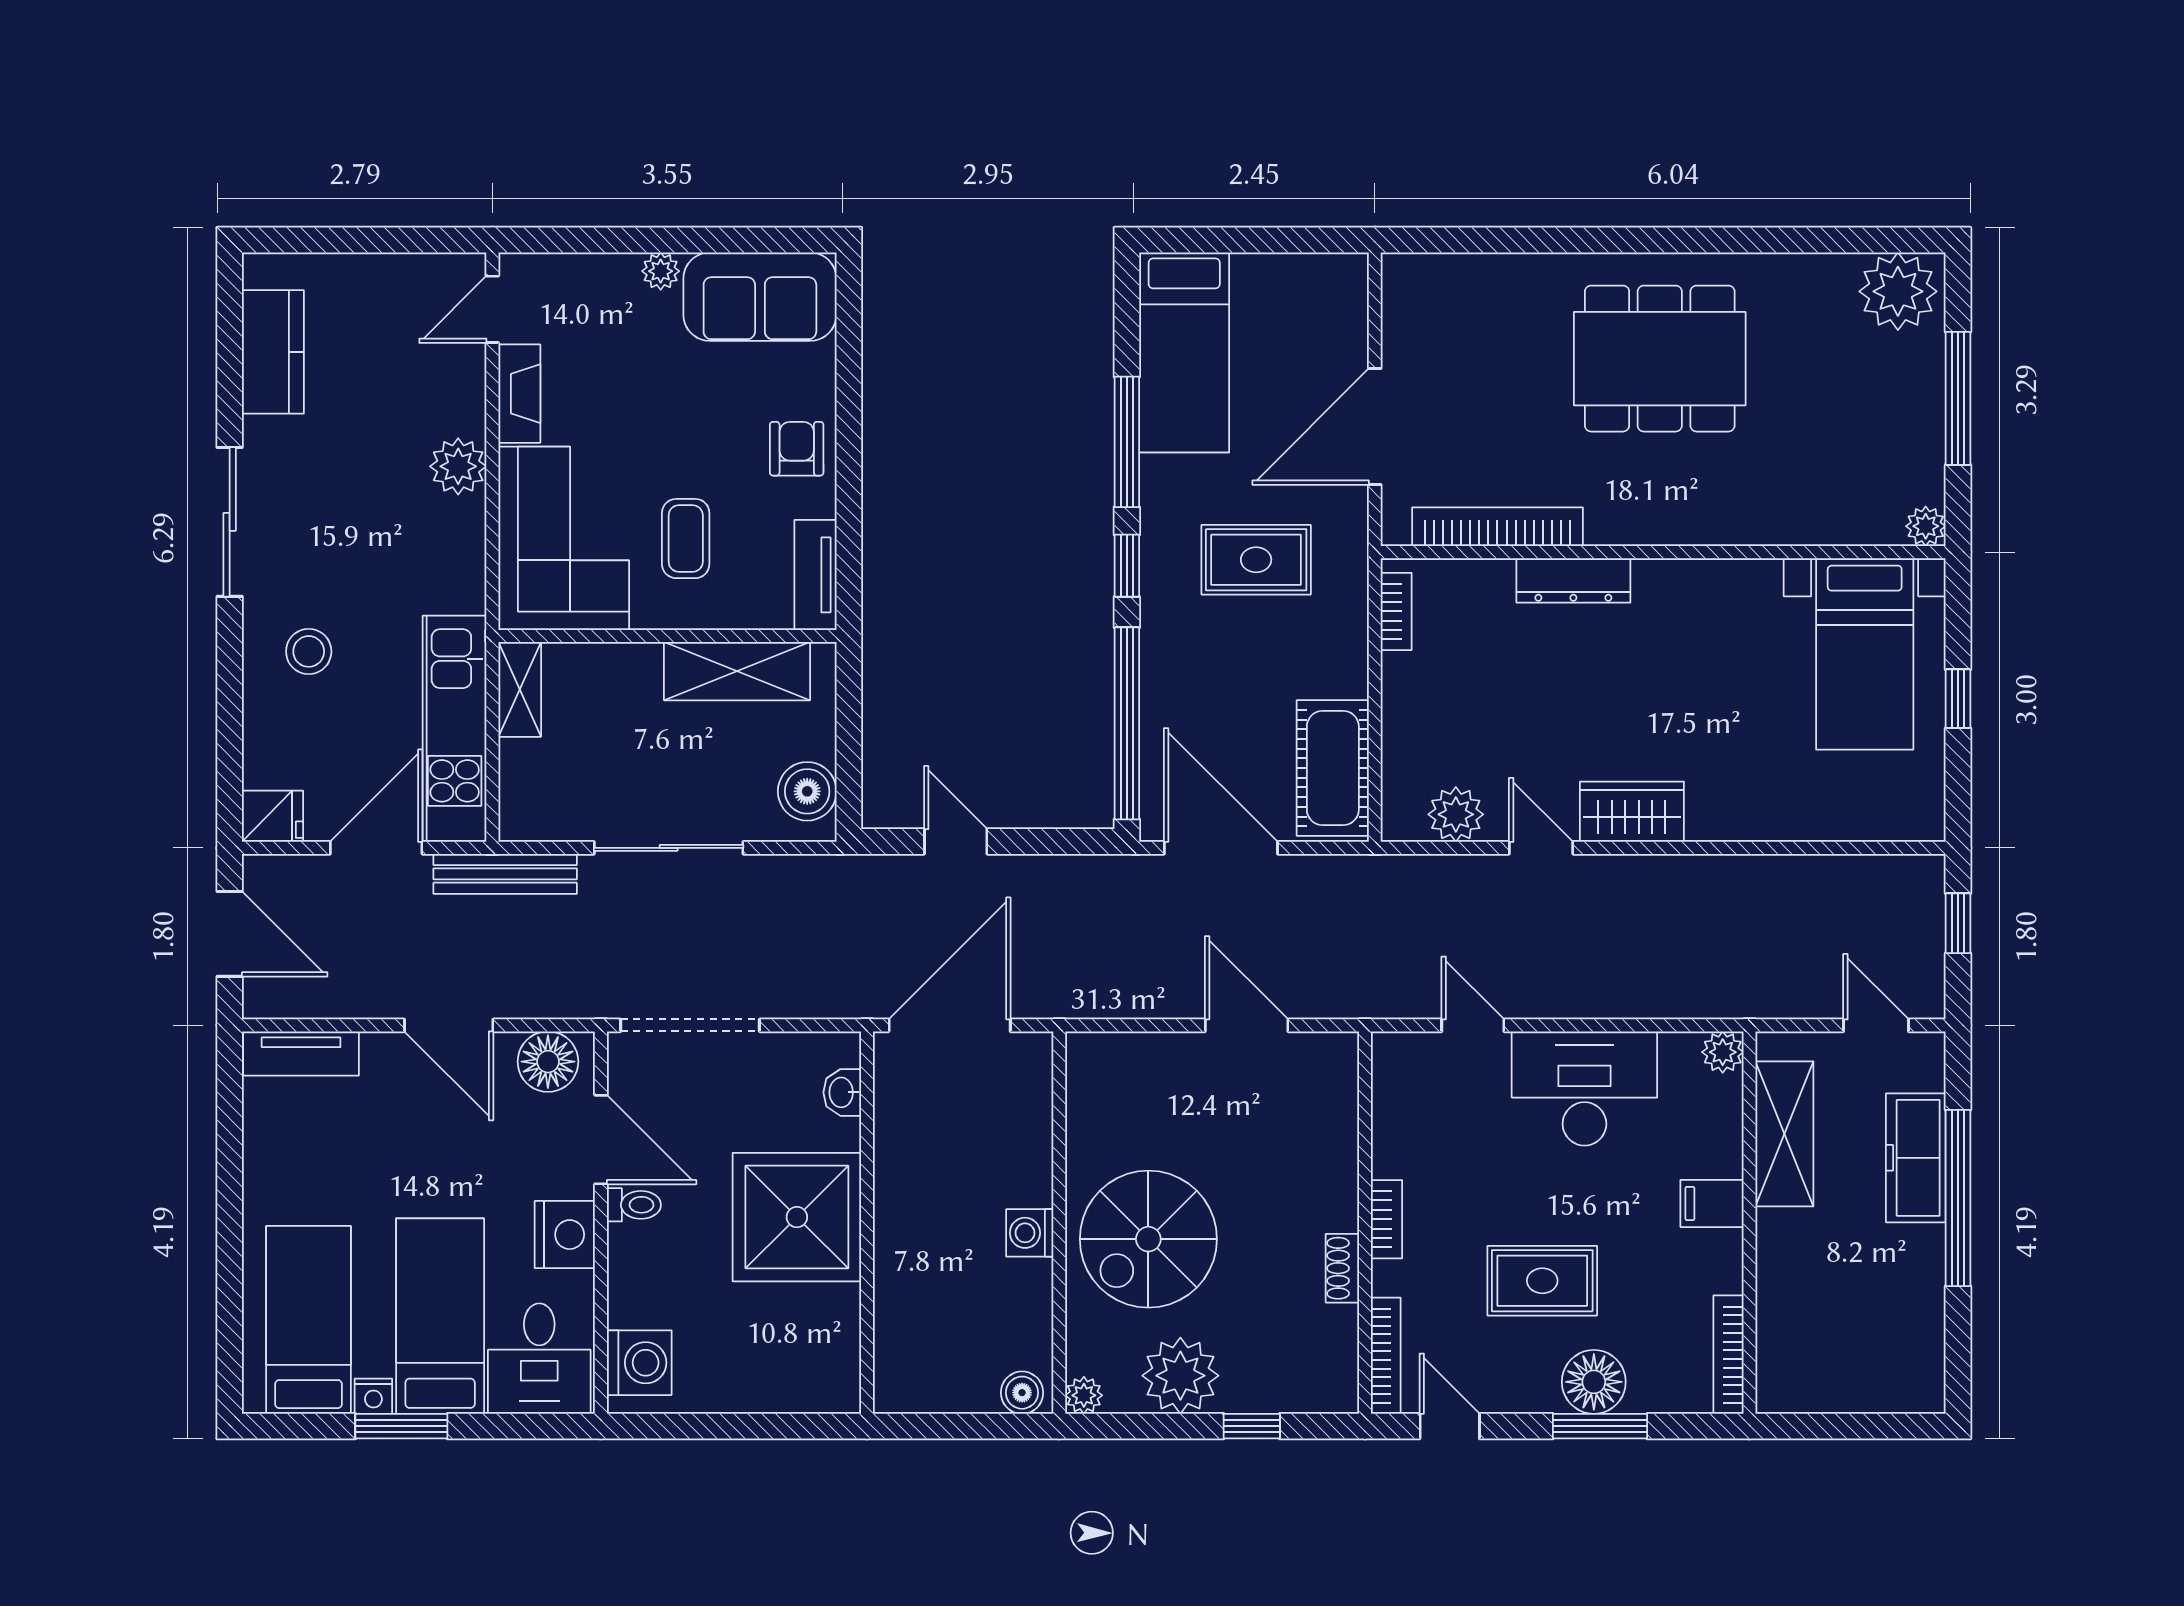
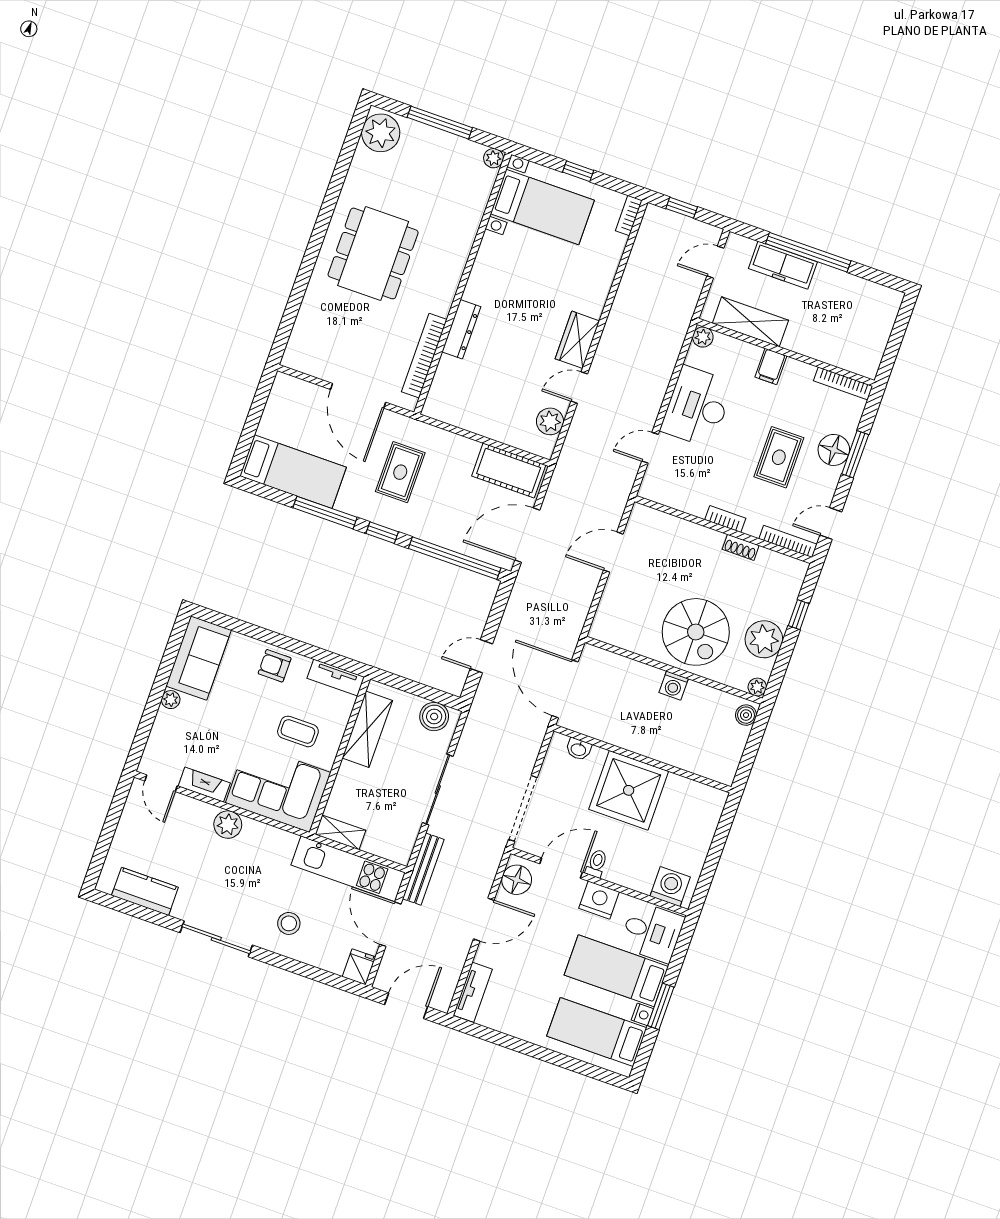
bookcase: (1396, 611) -> (629, 215), moved, turned -90

